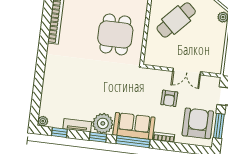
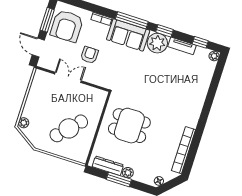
dining table: (115, 34) -> (129, 126), turned 90

